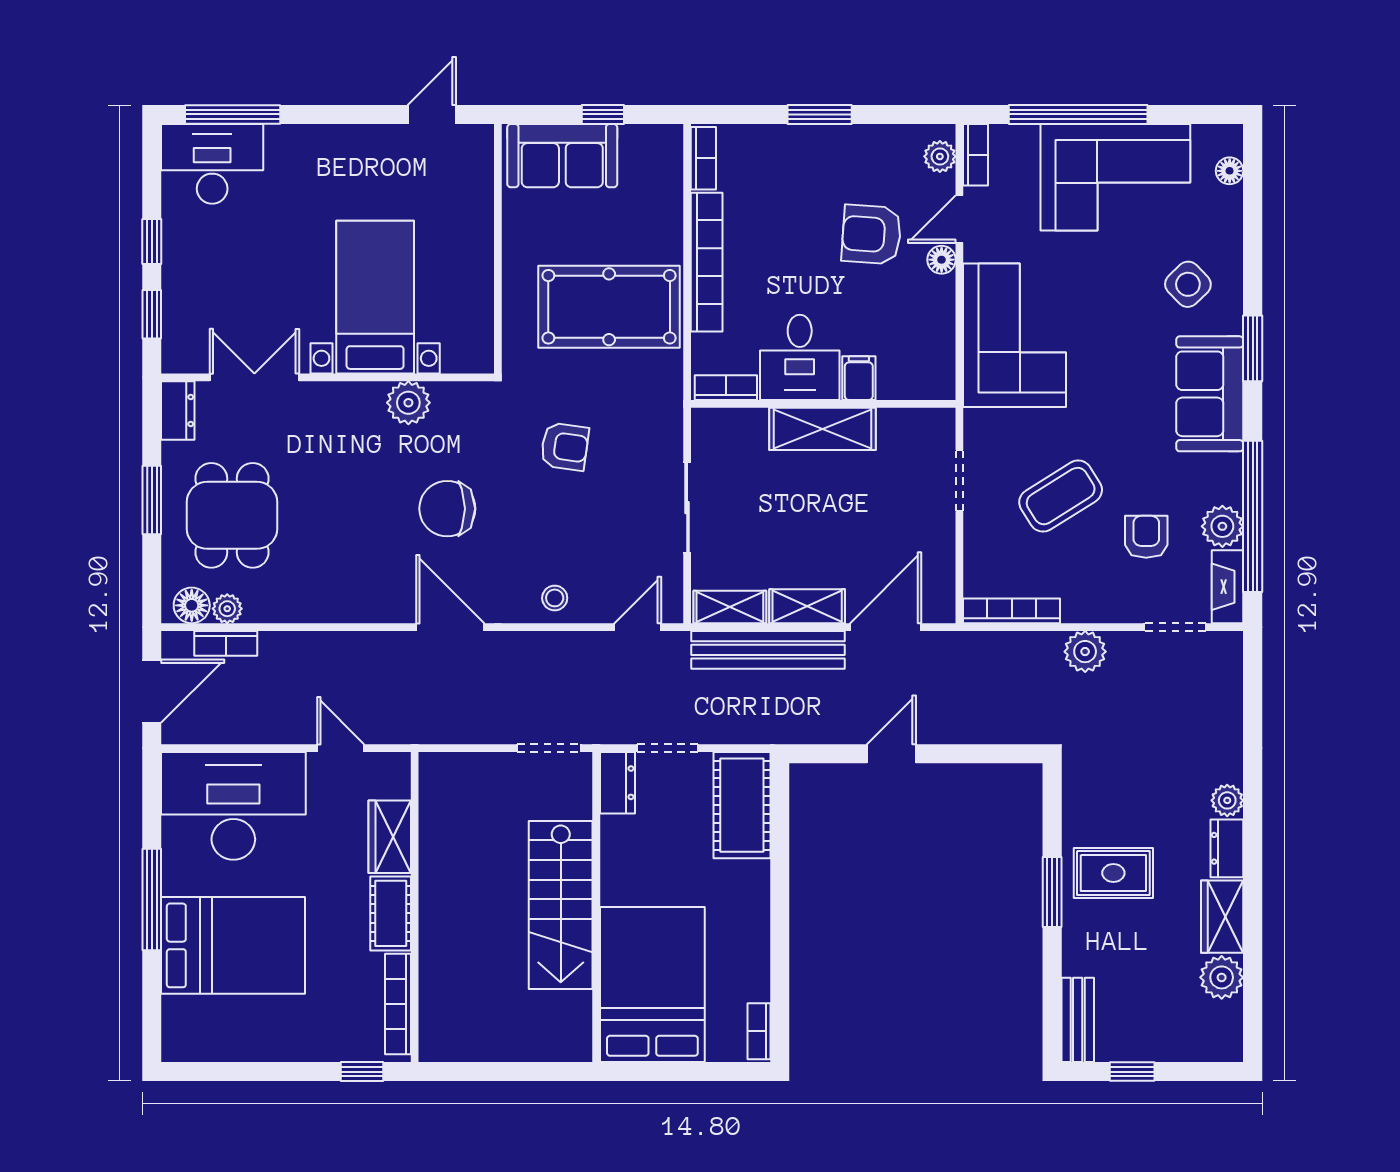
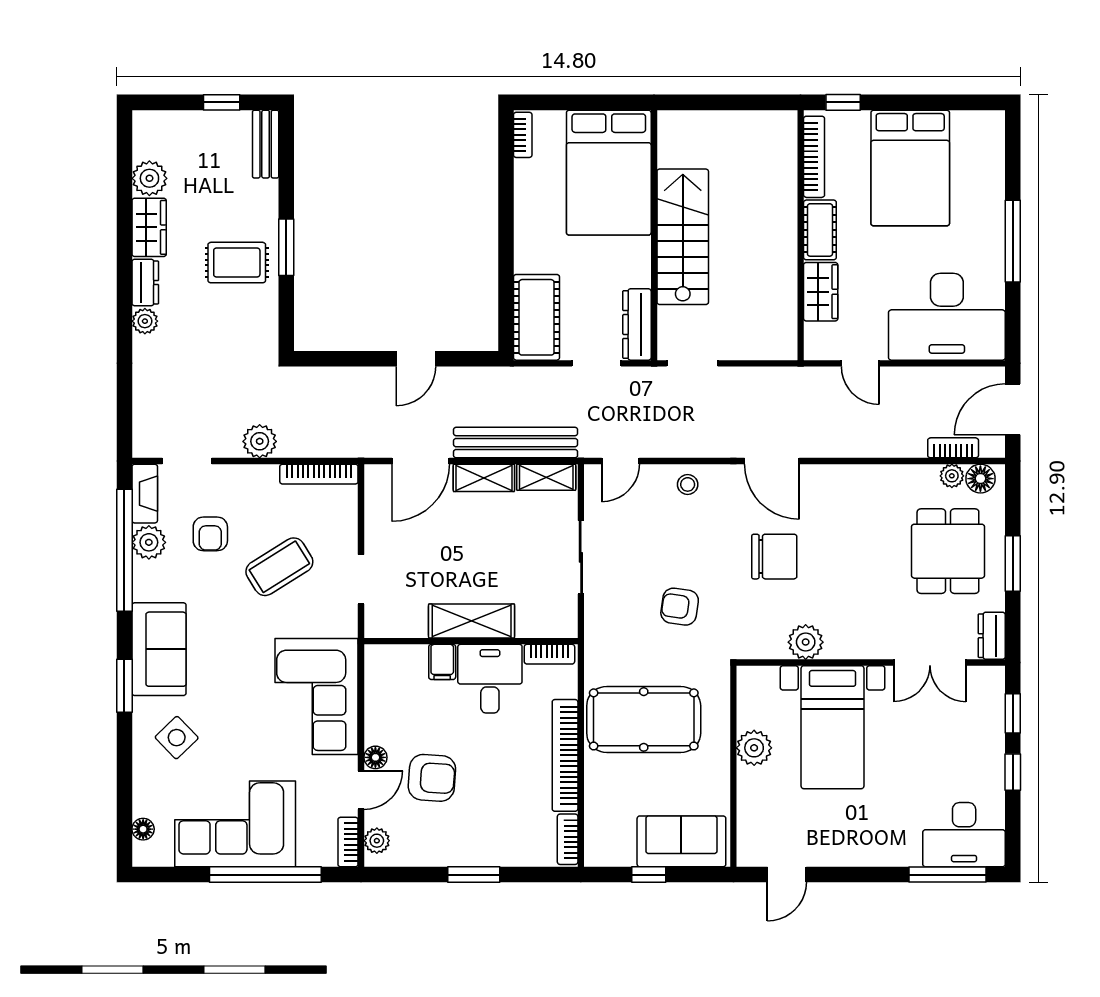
plant: (472, 272) -> (754, 748), added
dresser: (617, 783) -> (637, 324), width x1.44
bed: (233, 945) -> (910, 168), moved, turned -90

